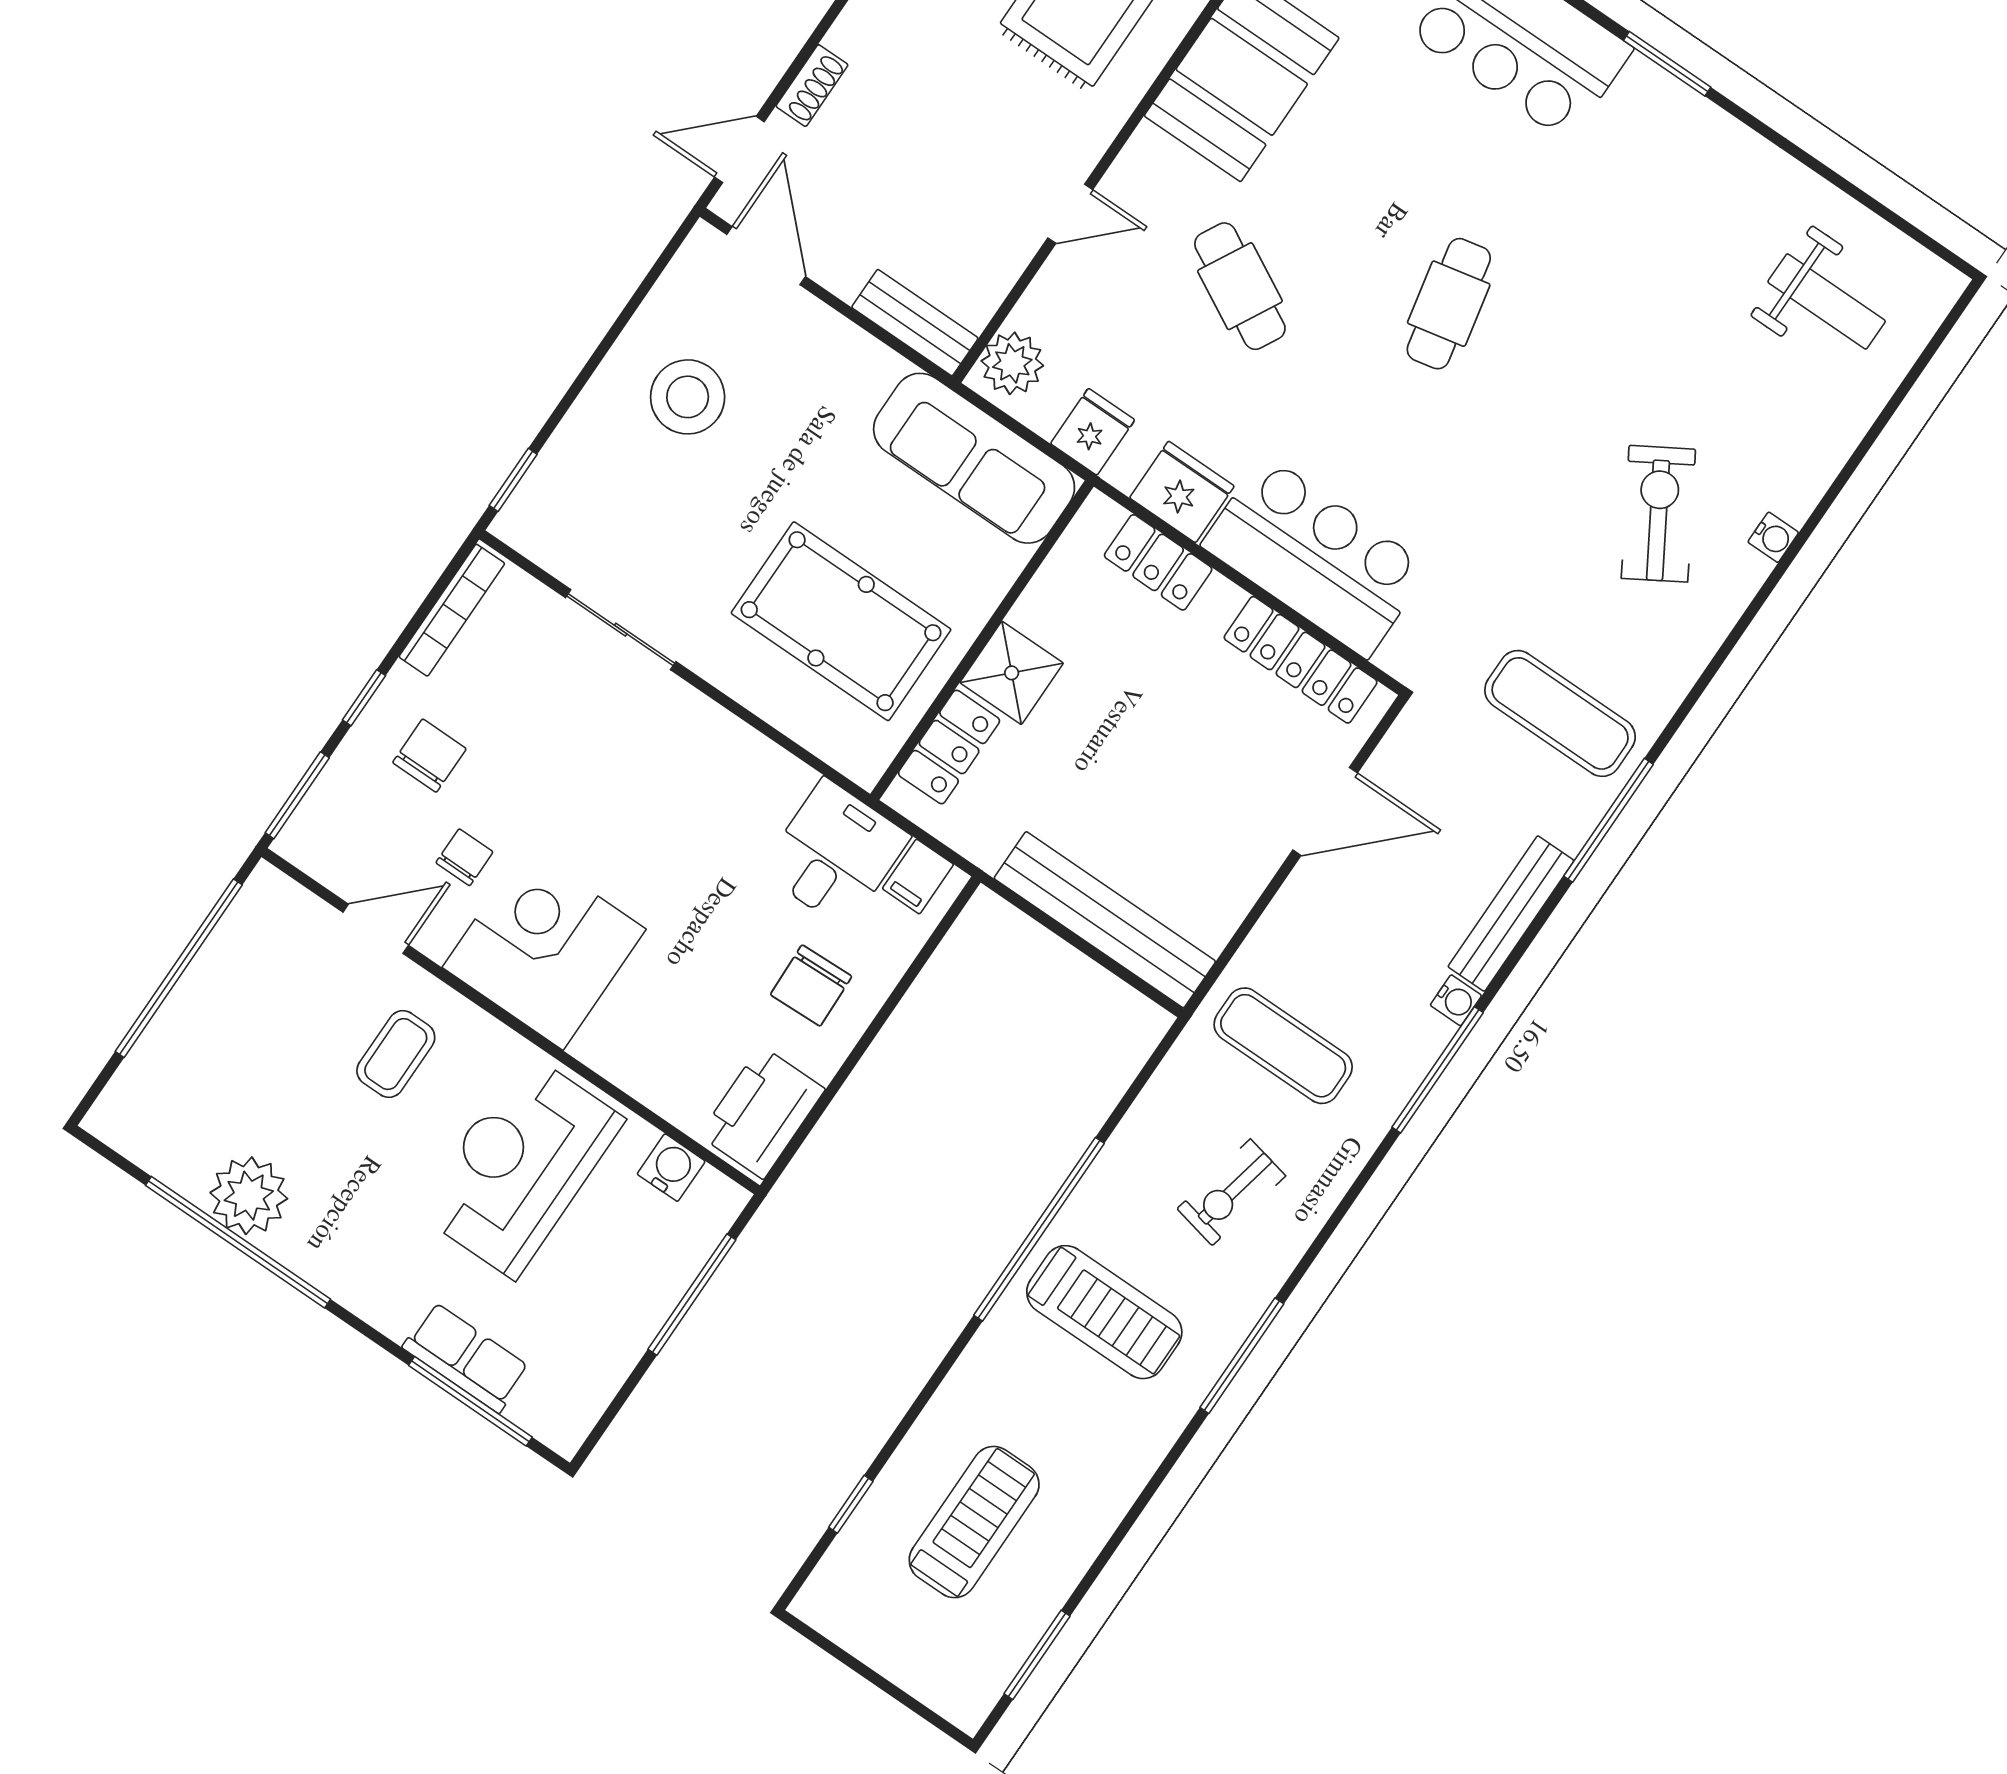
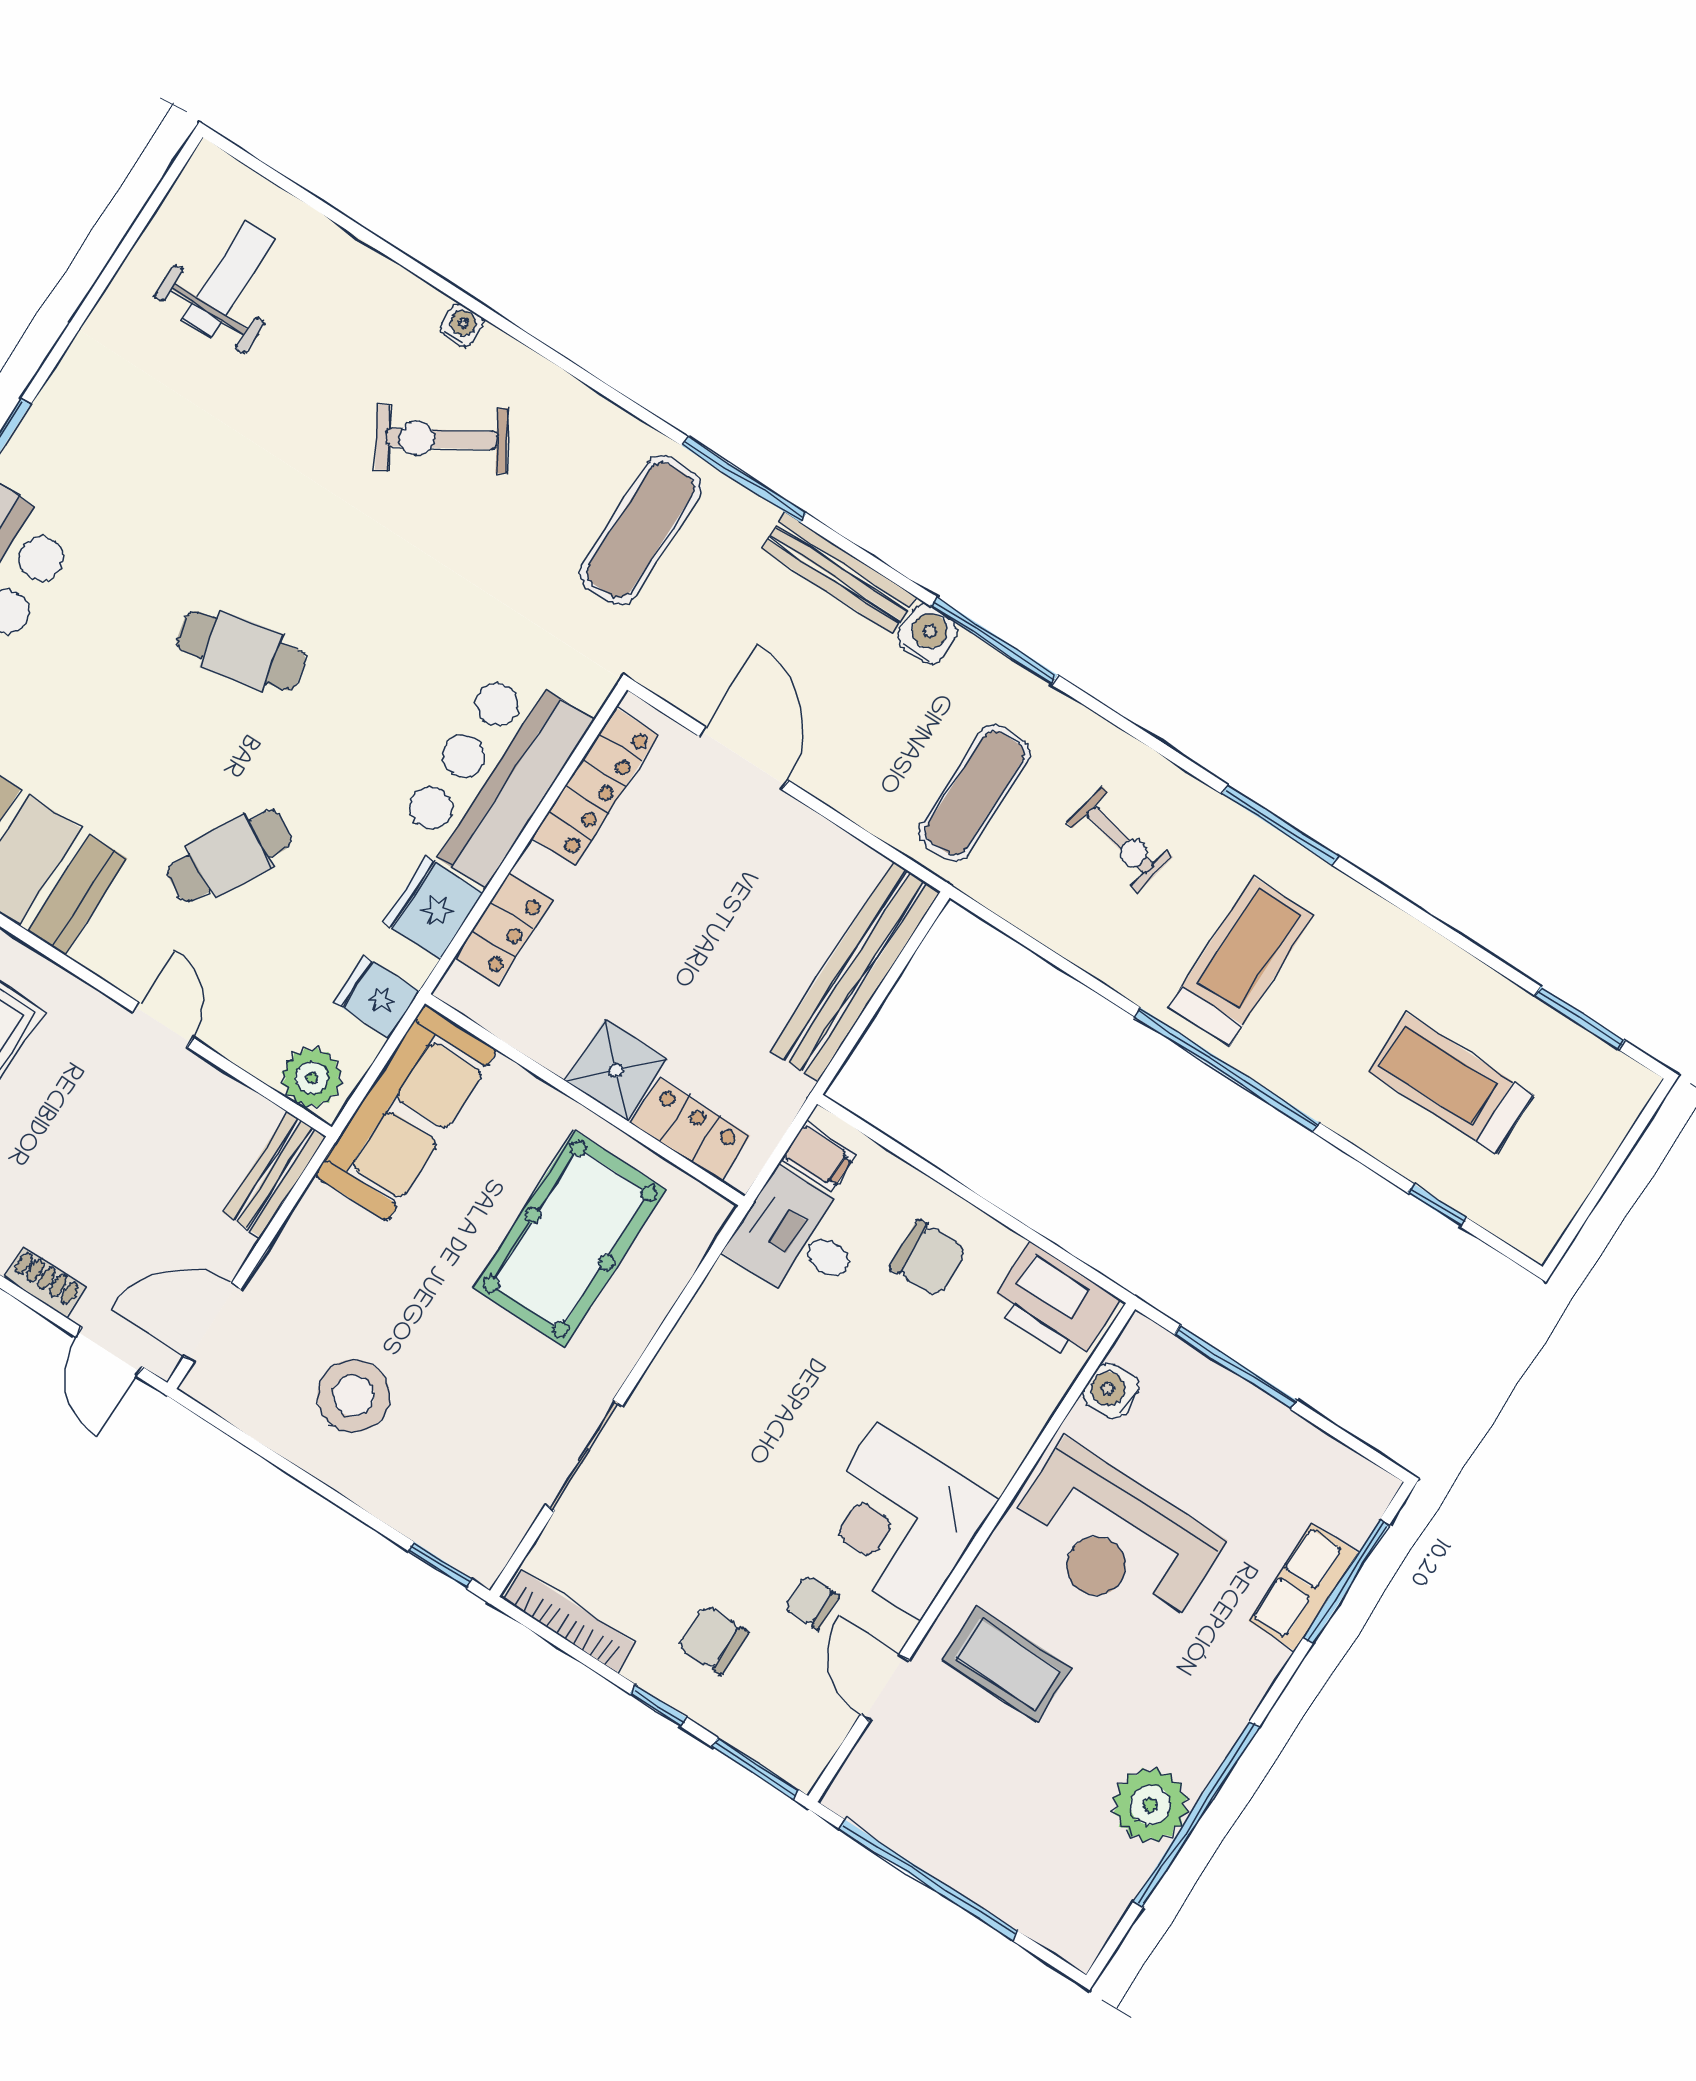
water cooler: (1456, 1000) -> (927, 634), width x1.38, depth x1.38
coffee table: (396, 1054) -> (1007, 1664), width x1.36, depth x1.30
window: (1039, 1229) -> (1227, 1070), moved

